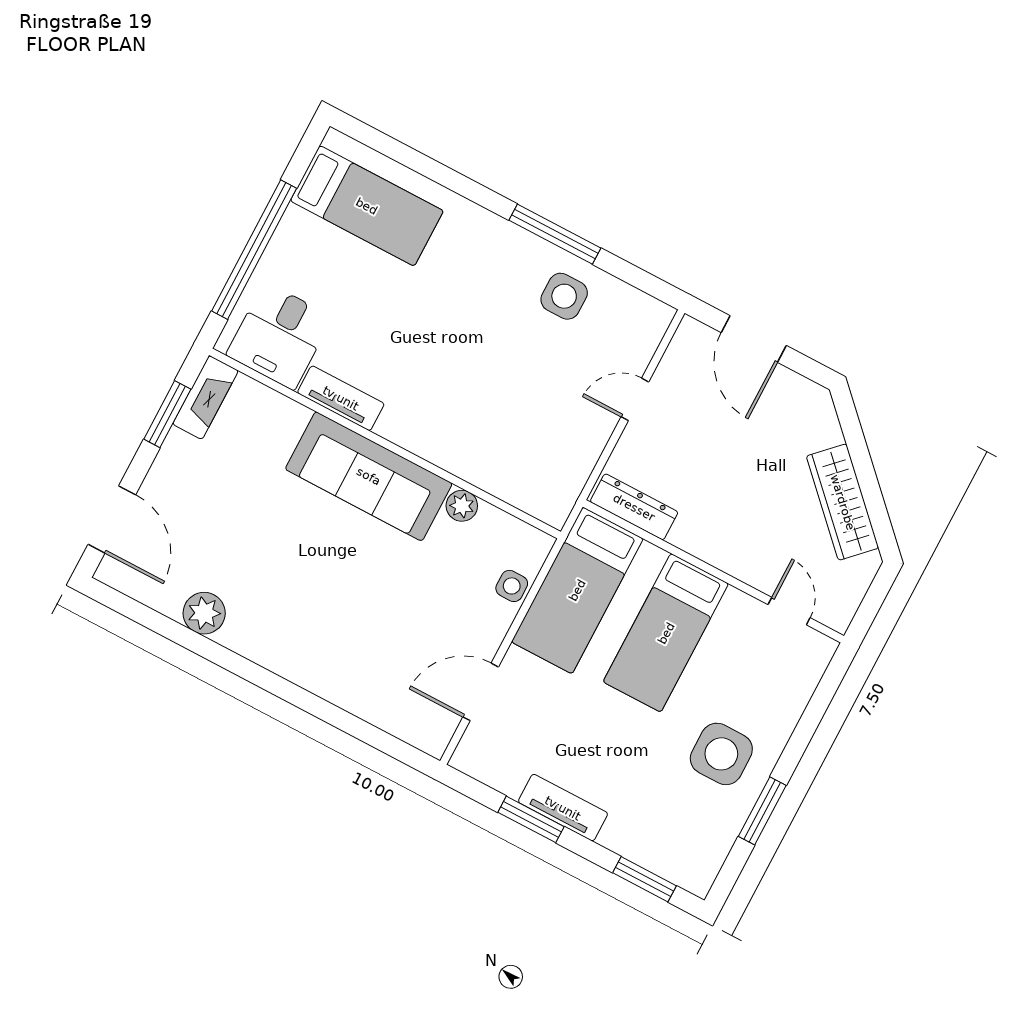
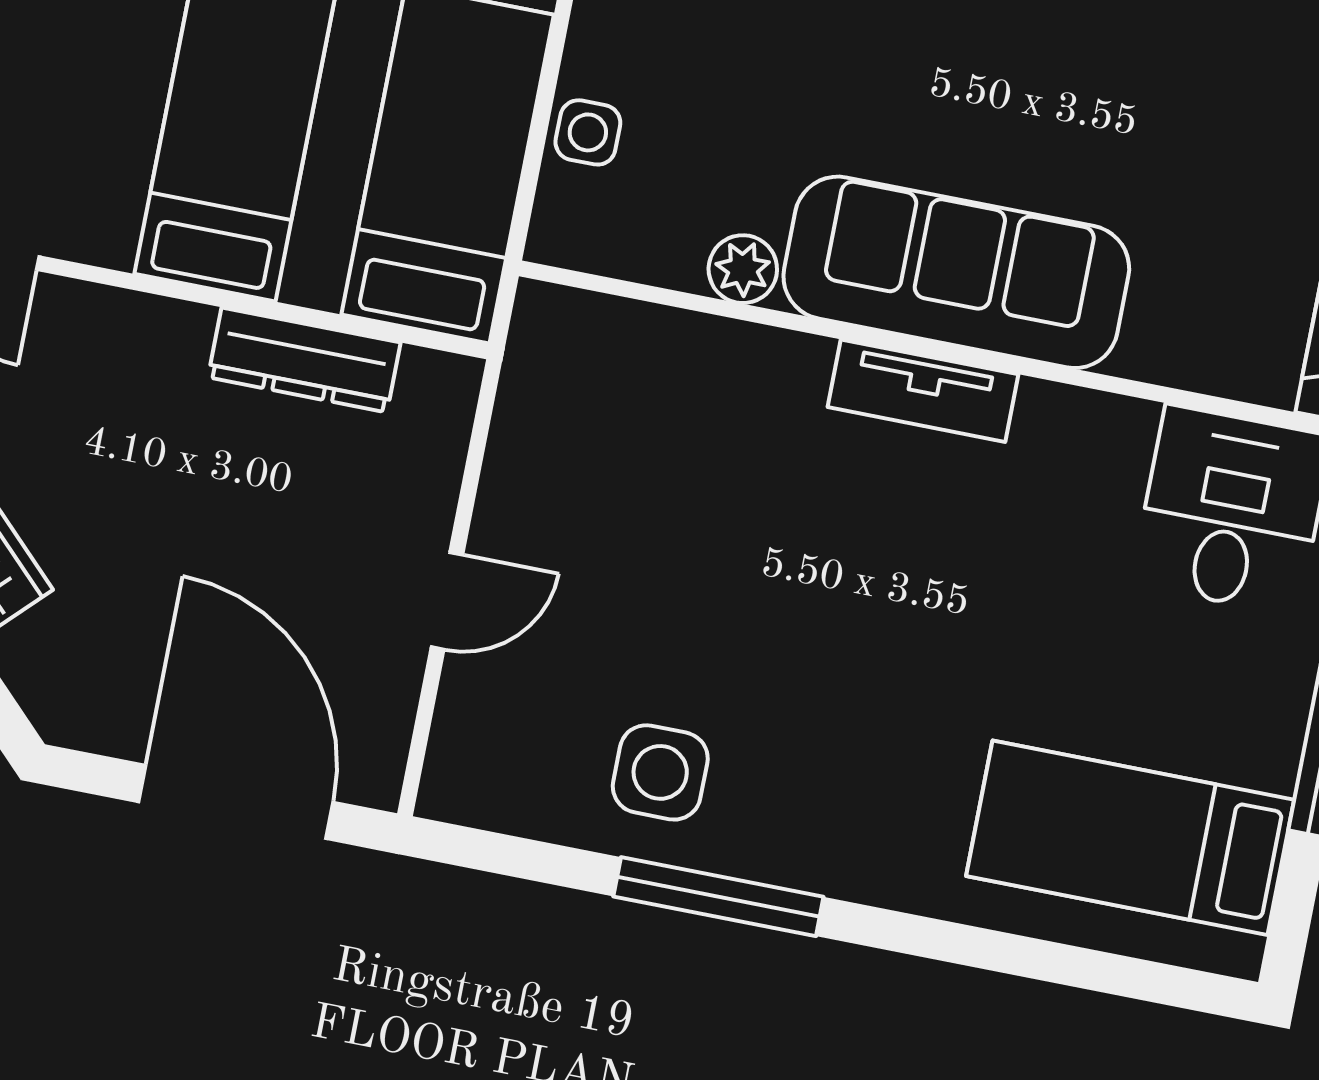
door: (754, 339) -> (236, 802), width x1.36
tv unit: (341, 398) -> (923, 391), moved
dresser: (634, 507) -> (304, 360), moved

